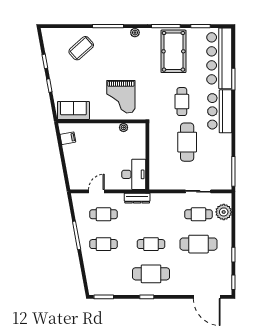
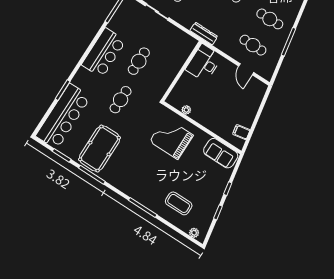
plant: (135, 33) -> (194, 233), moved
coffee table: (81, 48) -> (179, 203), turned 42
grand piano: (121, 97) -> (171, 138), turned -90
bar counter: (220, 111) -> (104, 53), moved
cafe table: (187, 142) -> (139, 61), width x0.73, depth x0.74
door: (96, 191) -> (246, 69), hinge flipped
dresser: (137, 198) -> (204, 34), moved

